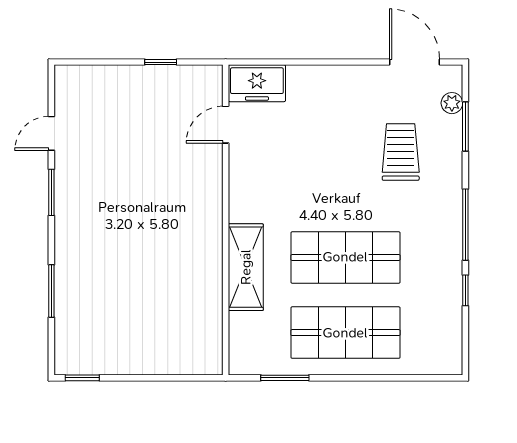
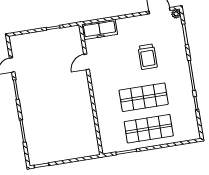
freezer: (257, 83) -> (100, 29), width x1.40
plant: (452, 103) -> (176, 14), moved
door: (226, 125) -> (86, 62), moved
trolley: (401, 152) -> (148, 57), moved, turned 180
shelving: (246, 267) -> (103, 108), removed

